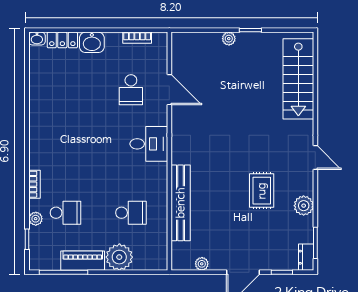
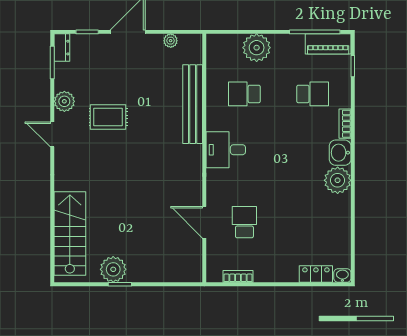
plant: (229, 39) -> (113, 269), moved, width x1.88, depth x1.88
washbasin: (92, 42) -> (340, 153), moved, turned -90
desk: (149, 144) -> (226, 150), moved
door: (315, 158) -> (52, 134), moved
rug: (262, 191) -> (108, 117), turned 90
school desk: (65, 213) -> (313, 94), turned 180
plant: (36, 219) -> (338, 180), moved, width x1.87, depth x1.87
piano: (83, 261) -> (328, 44), moved

